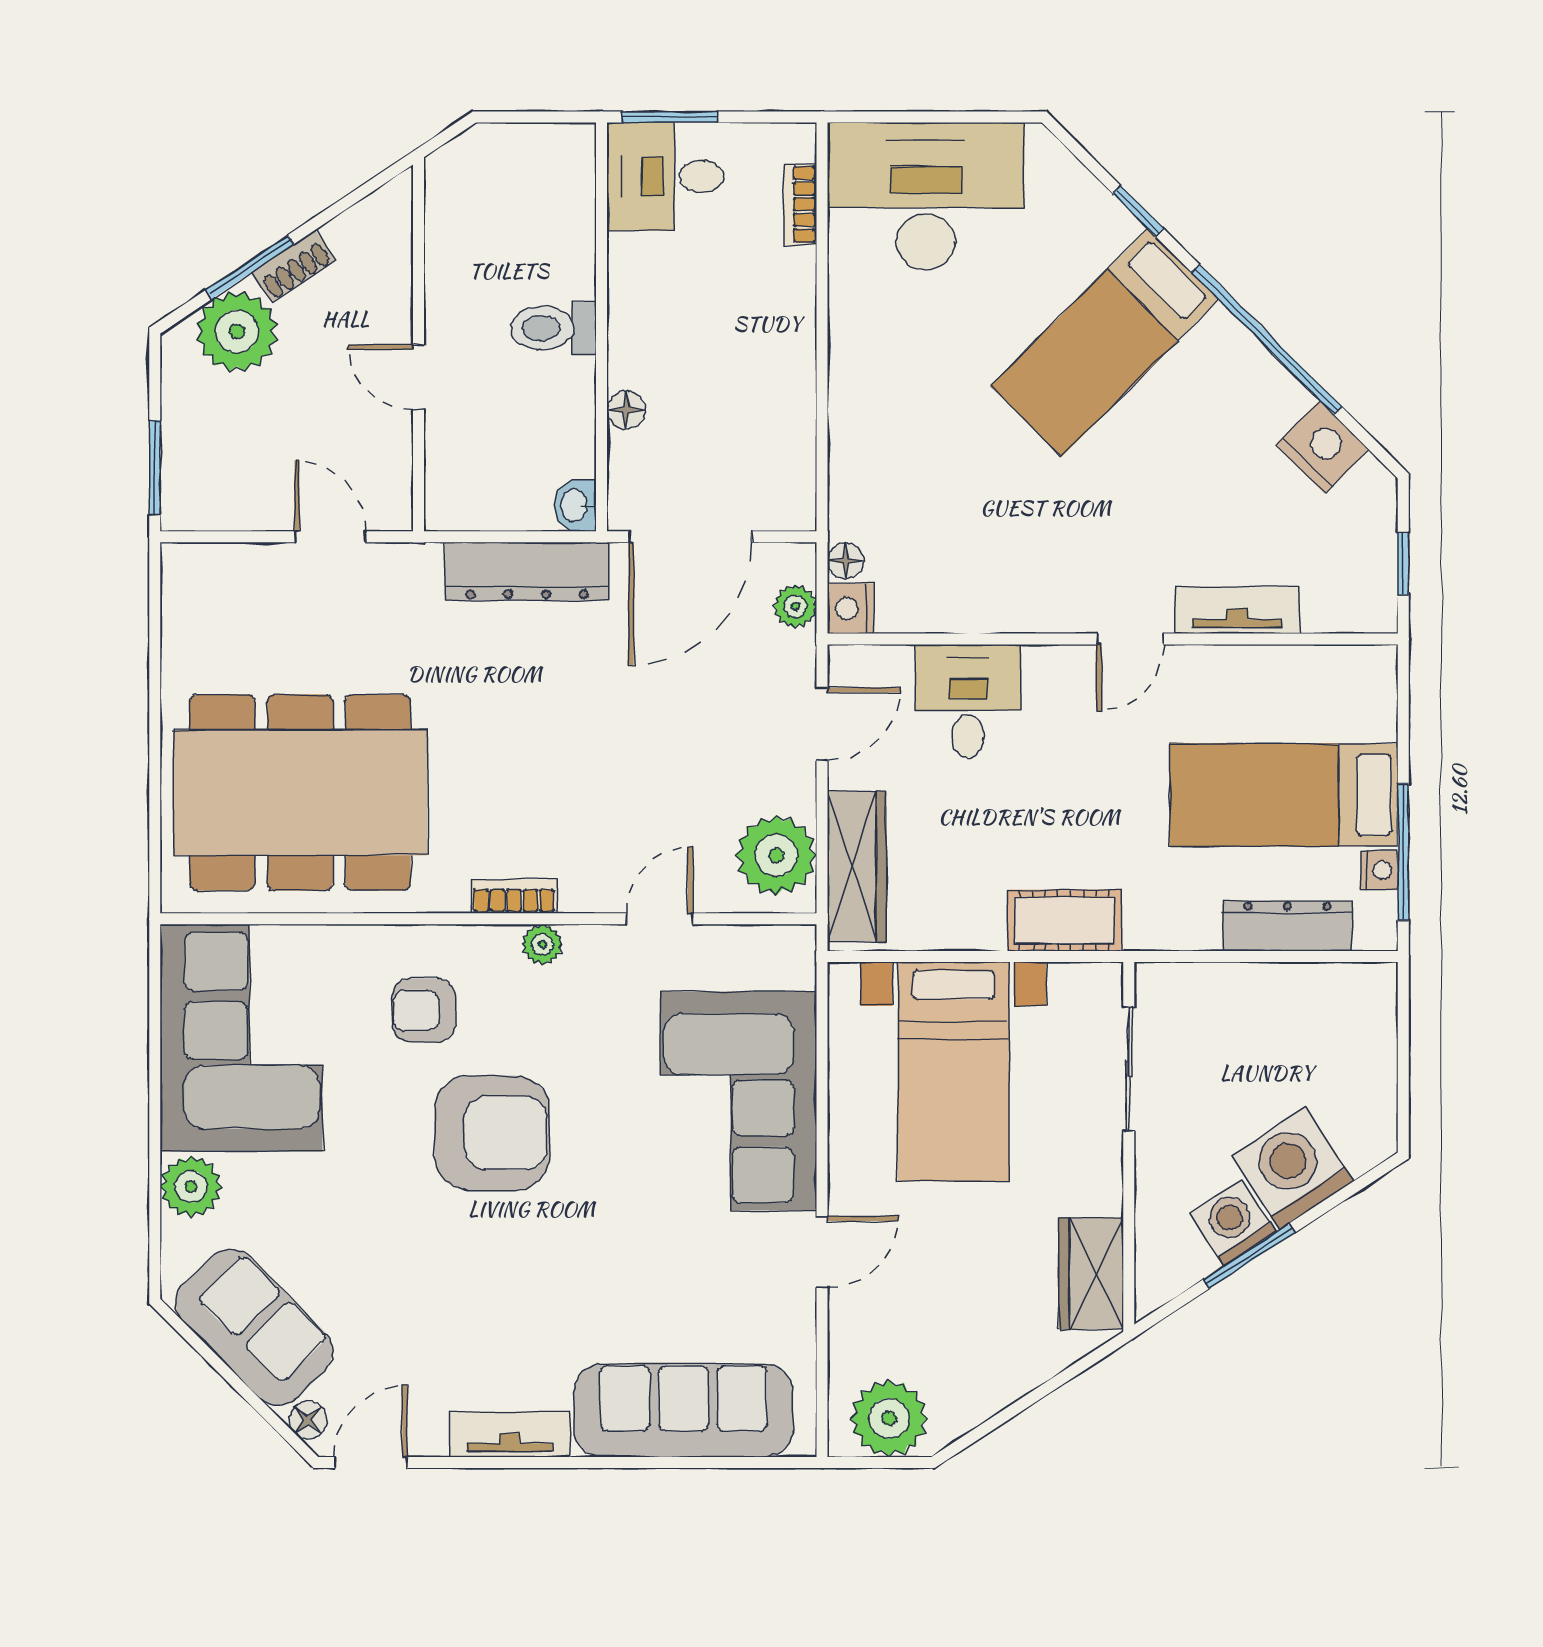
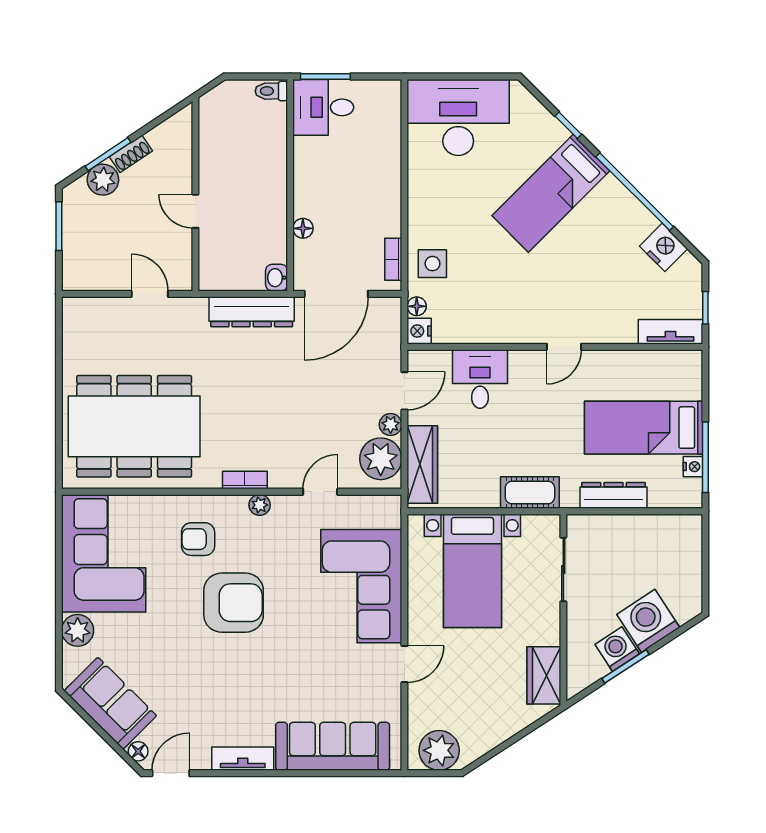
bookcase: (800, 204) -> (393, 259), moved
toilet: (553, 328) -> (271, 91), moved, width x0.73, depth x0.72
plant: (237, 331) -> (103, 180), width x0.73, depth x0.73
window: (155, 467) -> (59, 226), moved
side table: (876, 478) -> (432, 264), added
plant: (795, 606) -> (391, 425), moved
tv unit: (1237, 610) -> (671, 332), moved
dresser: (1287, 926) -> (613, 495), moved

